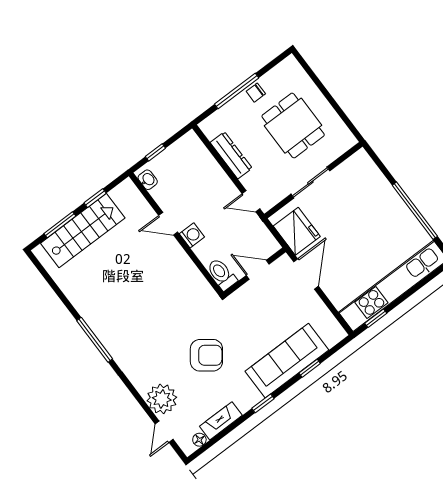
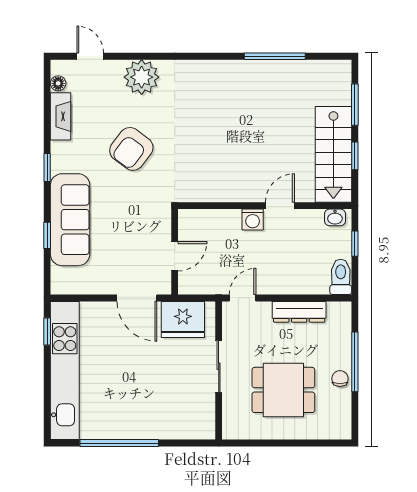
stairs: (83, 231) -> (333, 154), moved
toilet: (222, 274) -> (341, 277), moved, turned -90
window: (95, 340) -> (275, 56), moved
plant: (162, 399) -> (142, 77), moved

